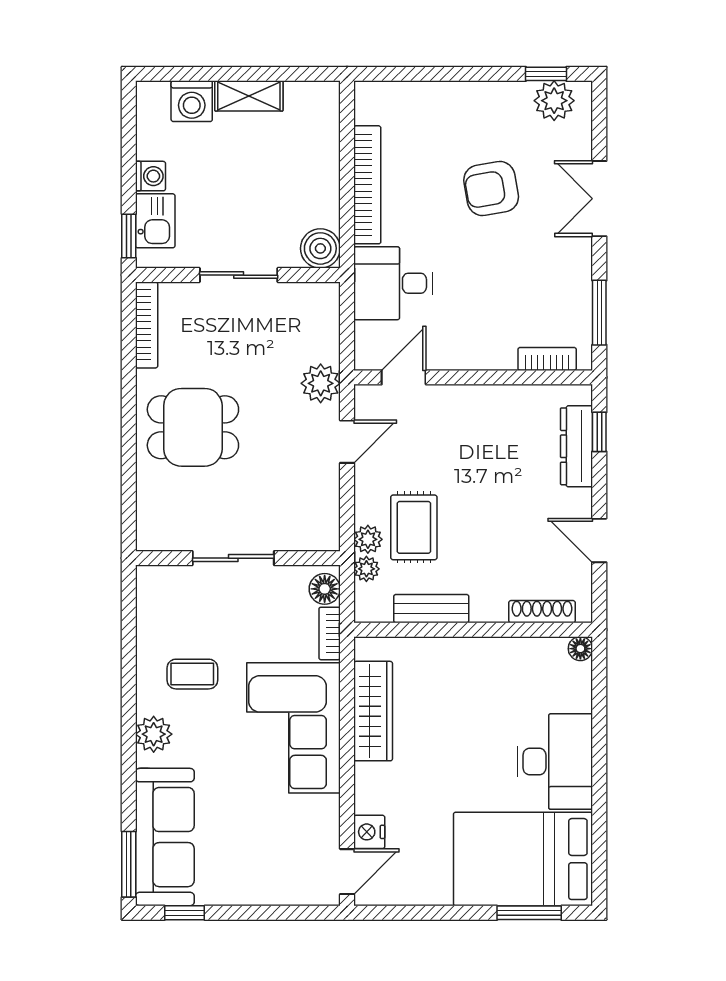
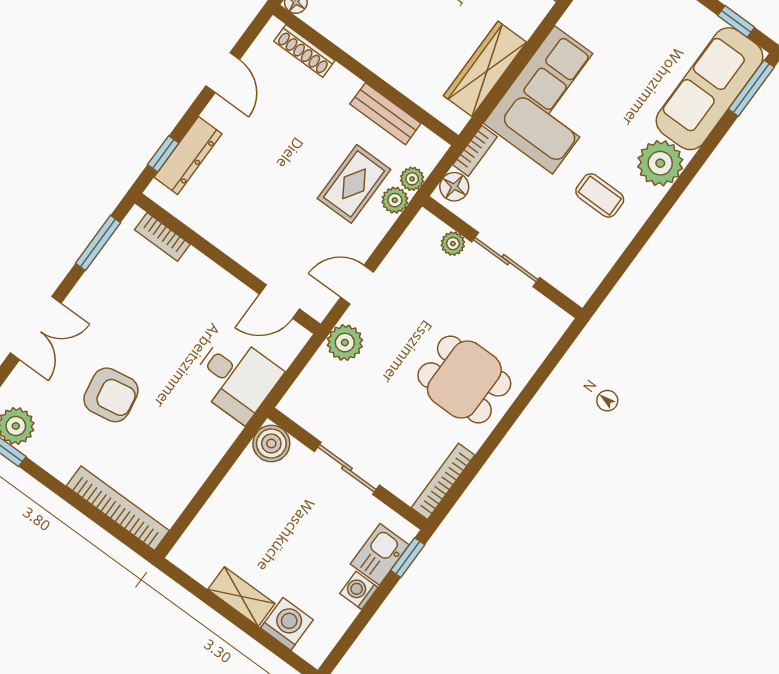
bookcase: (367, 185) -> (118, 508), moved, turned 90
plant: (290, 538) -> (453, 244), added
plant: (154, 734) -> (660, 163), width x1.36, depth x1.36

